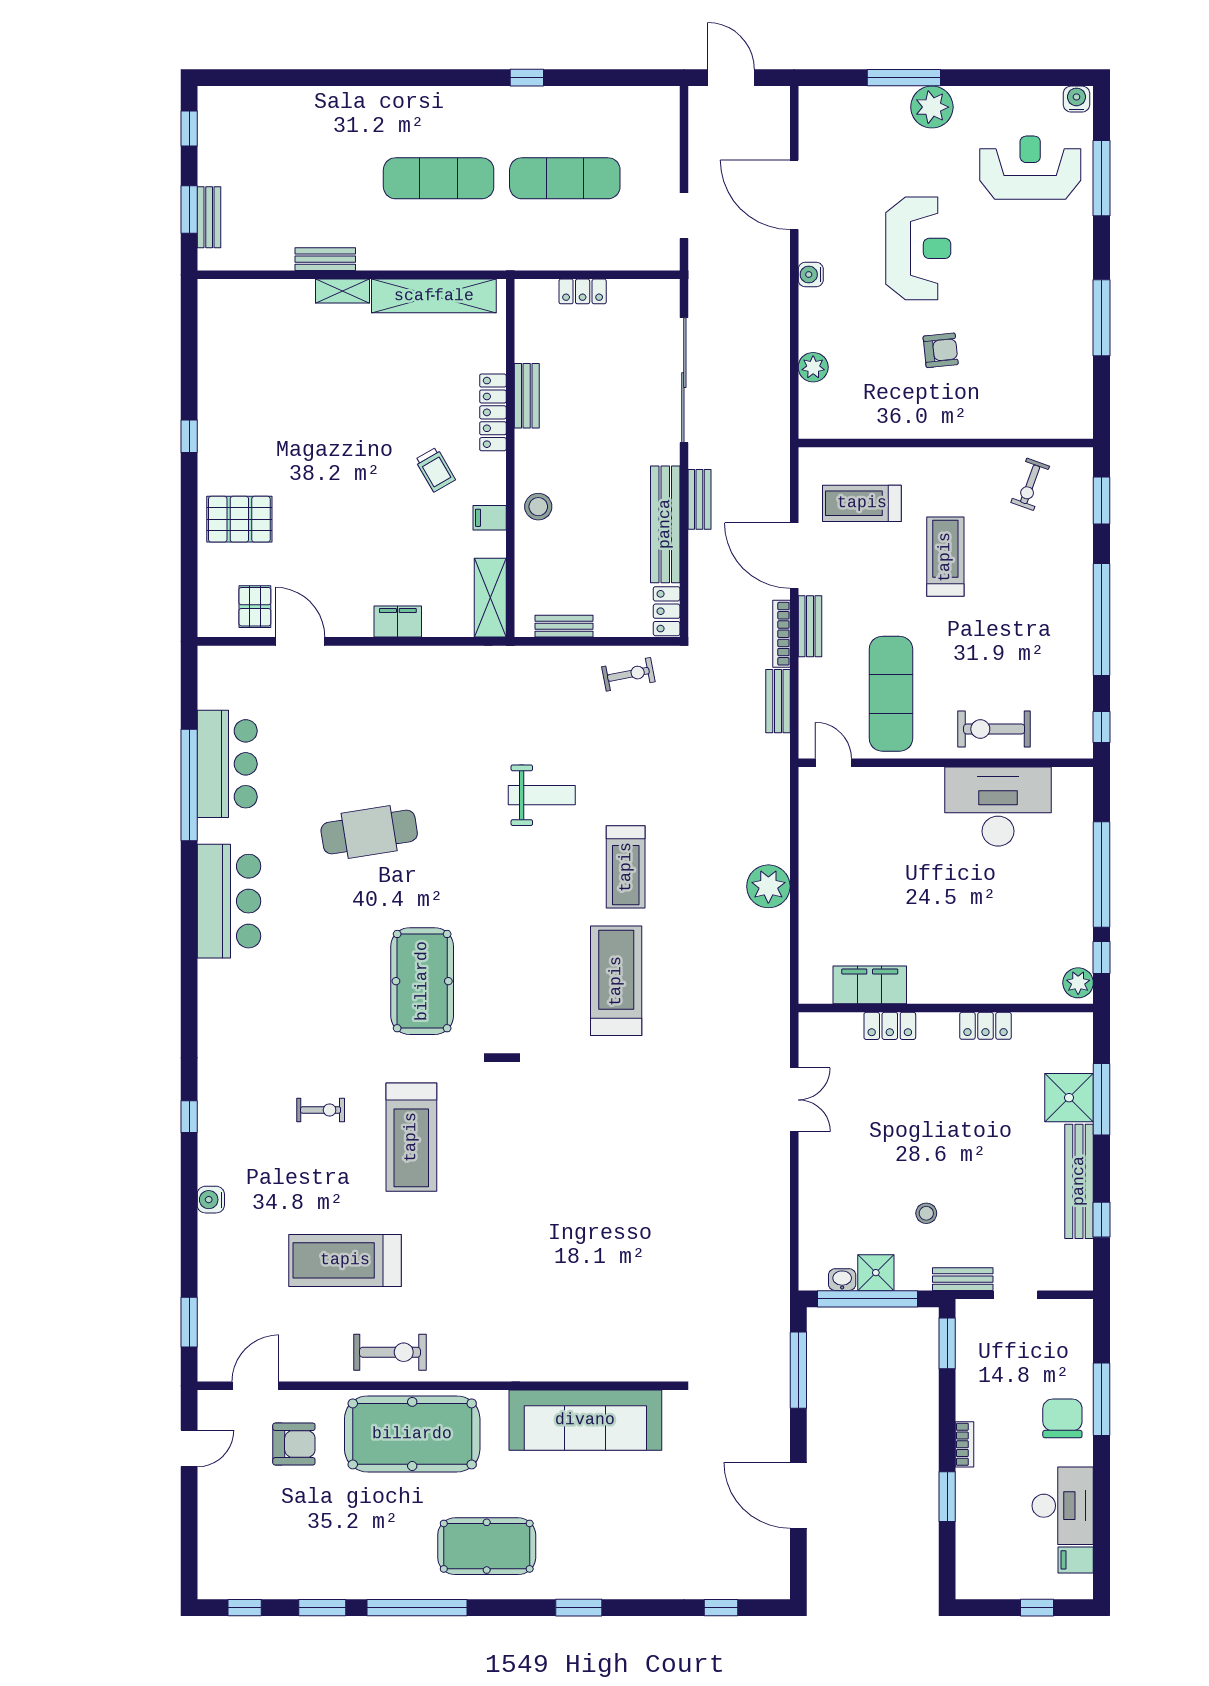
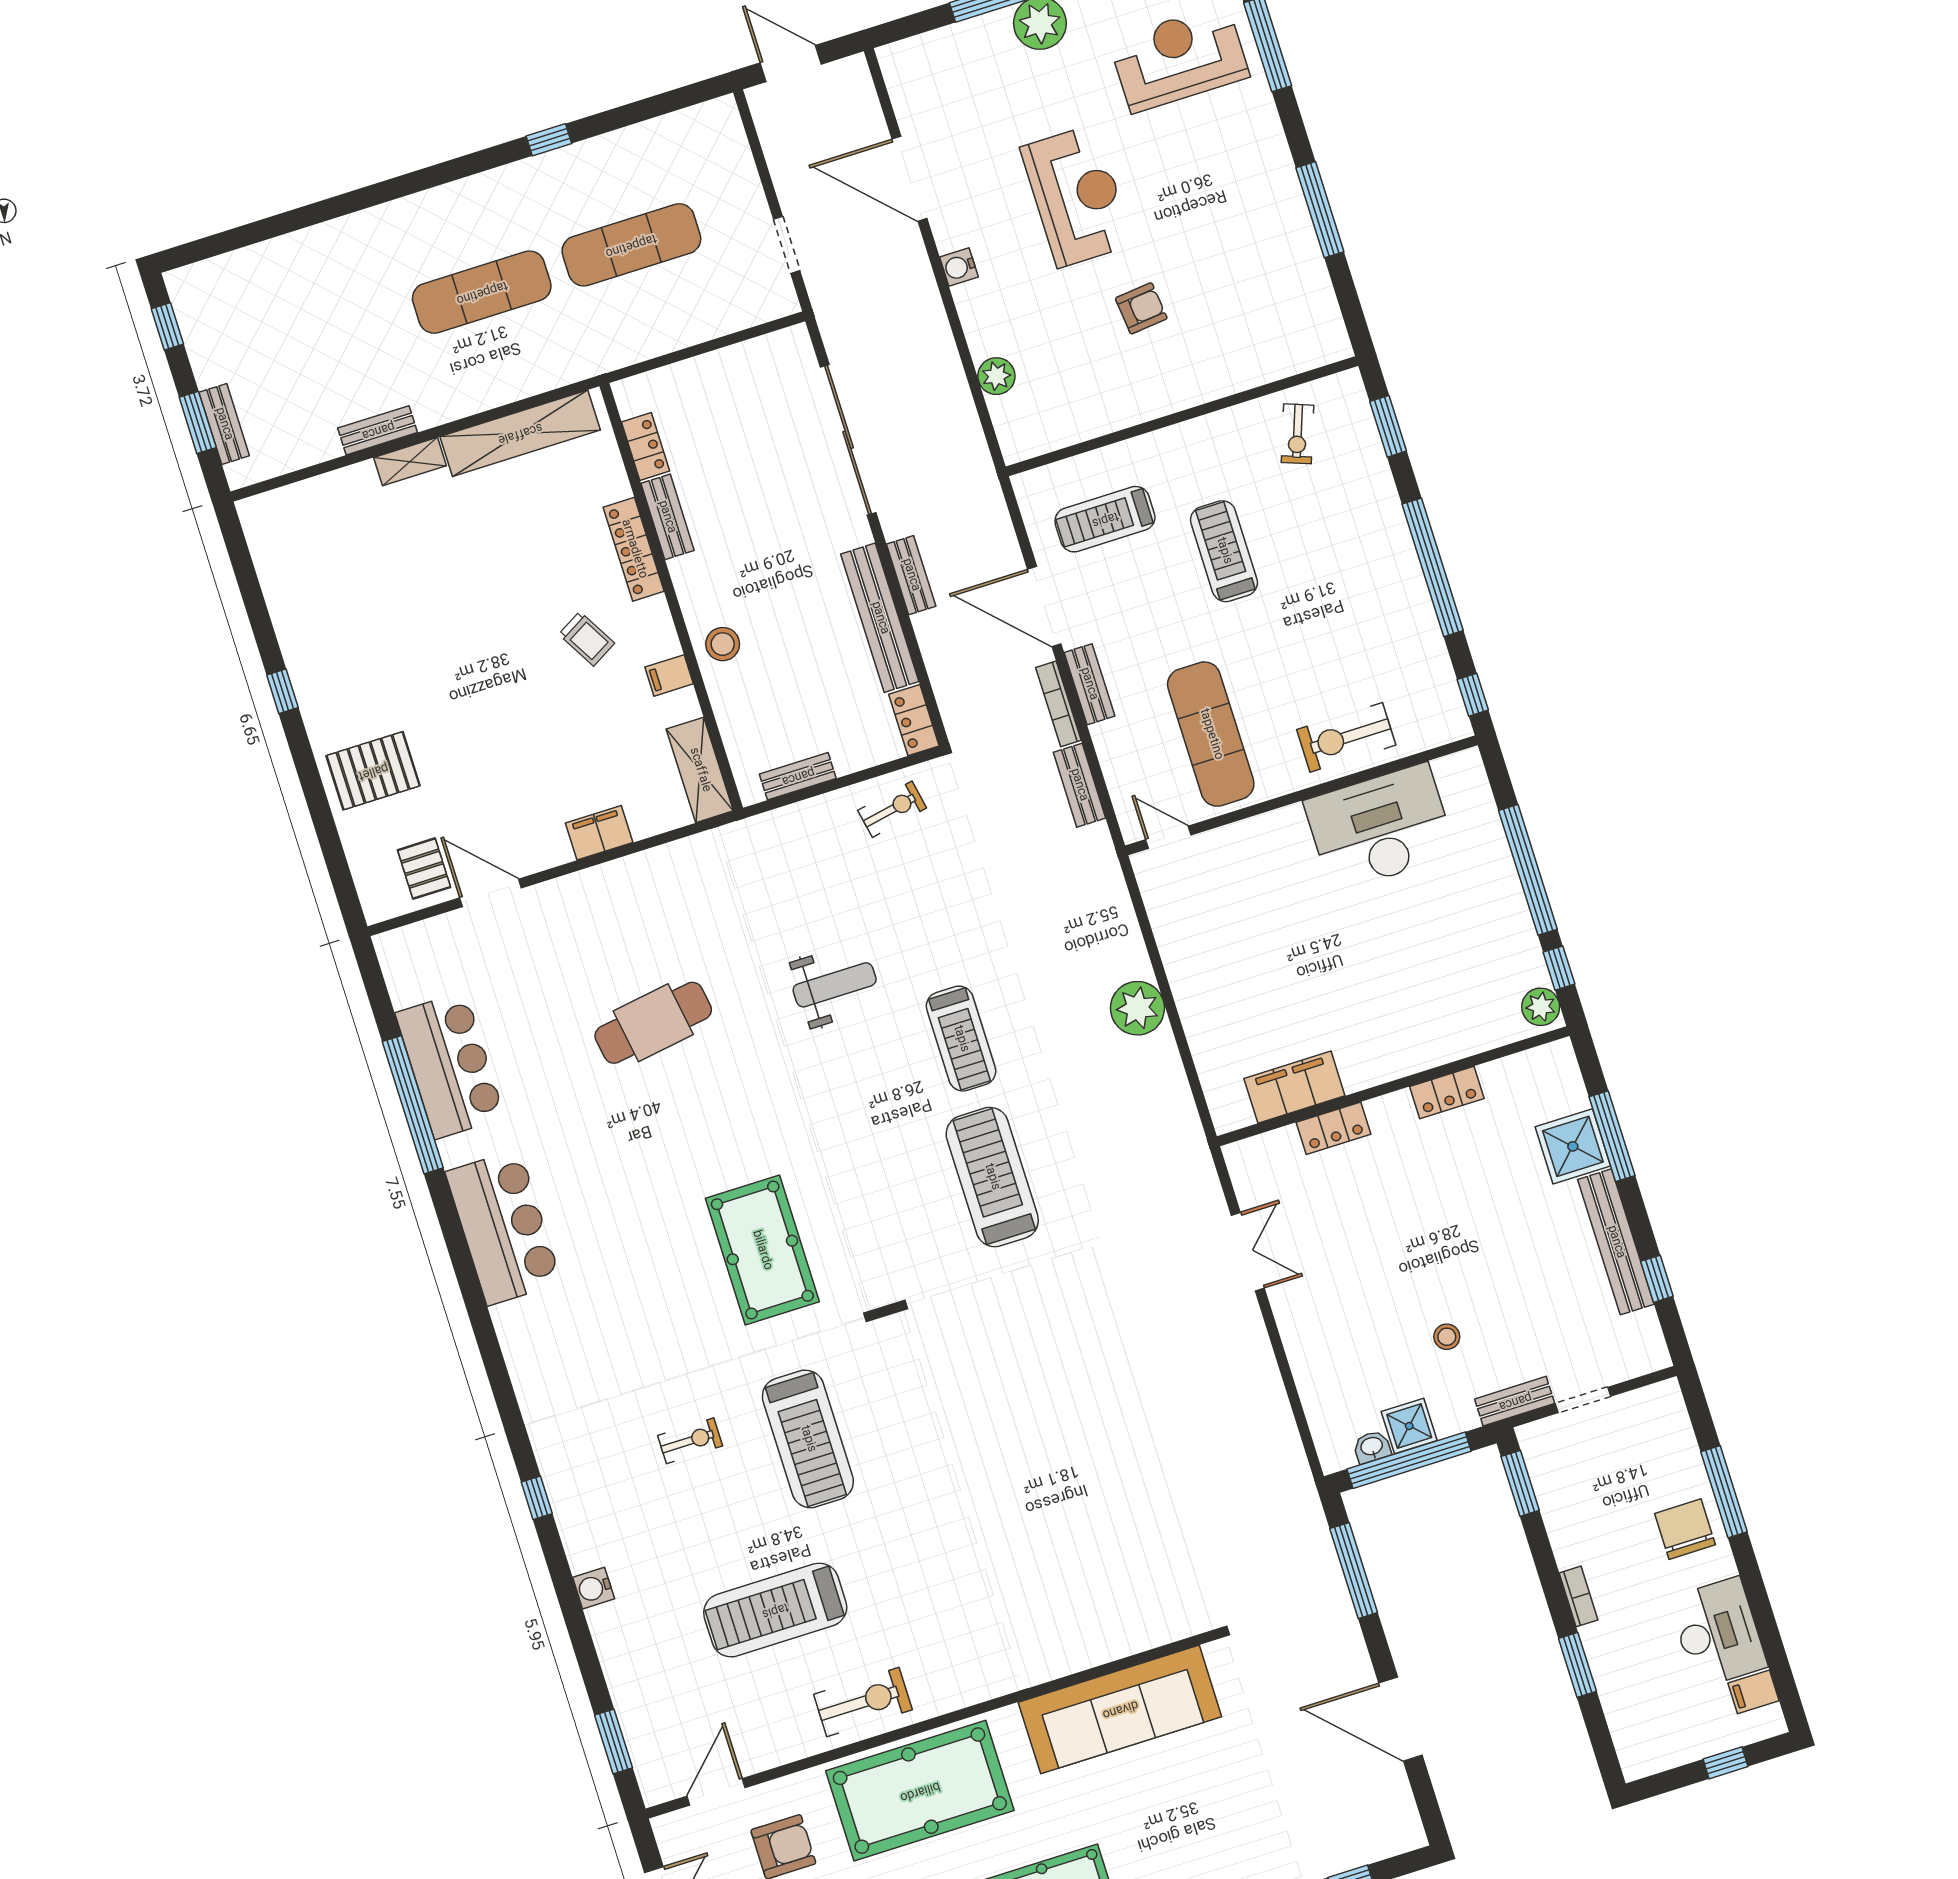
locker: (583, 291) -> (646, 447), moved, turned -90
cafe table: (369, 832) -> (653, 1023), moved

